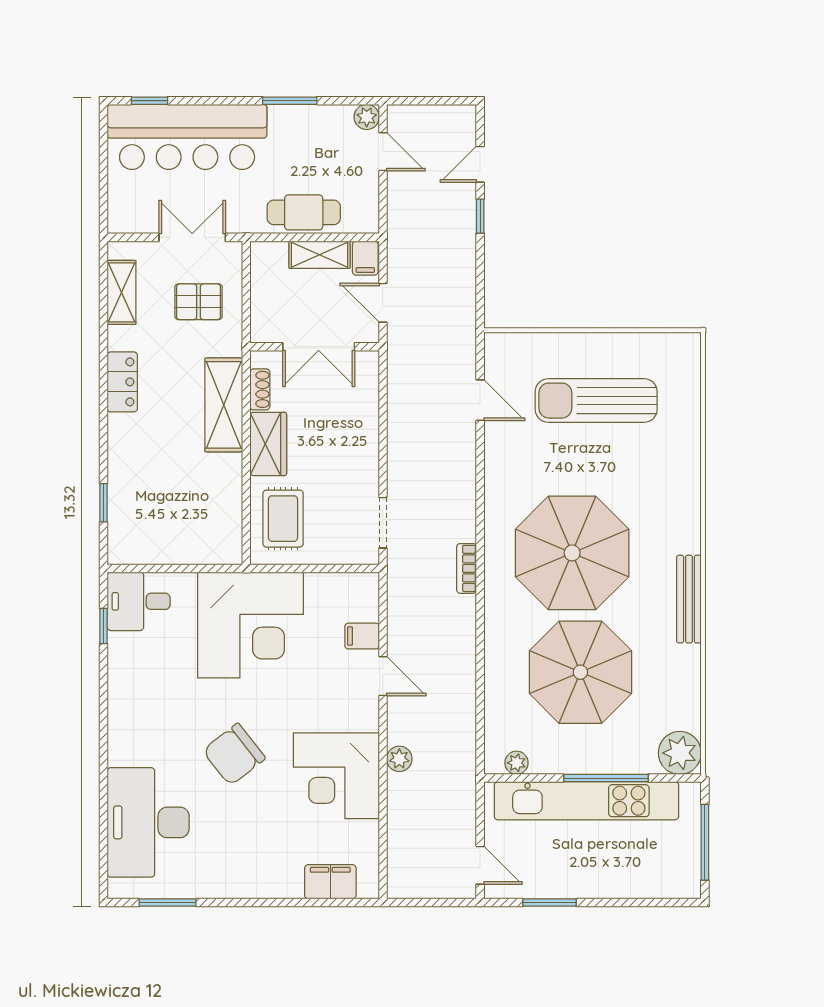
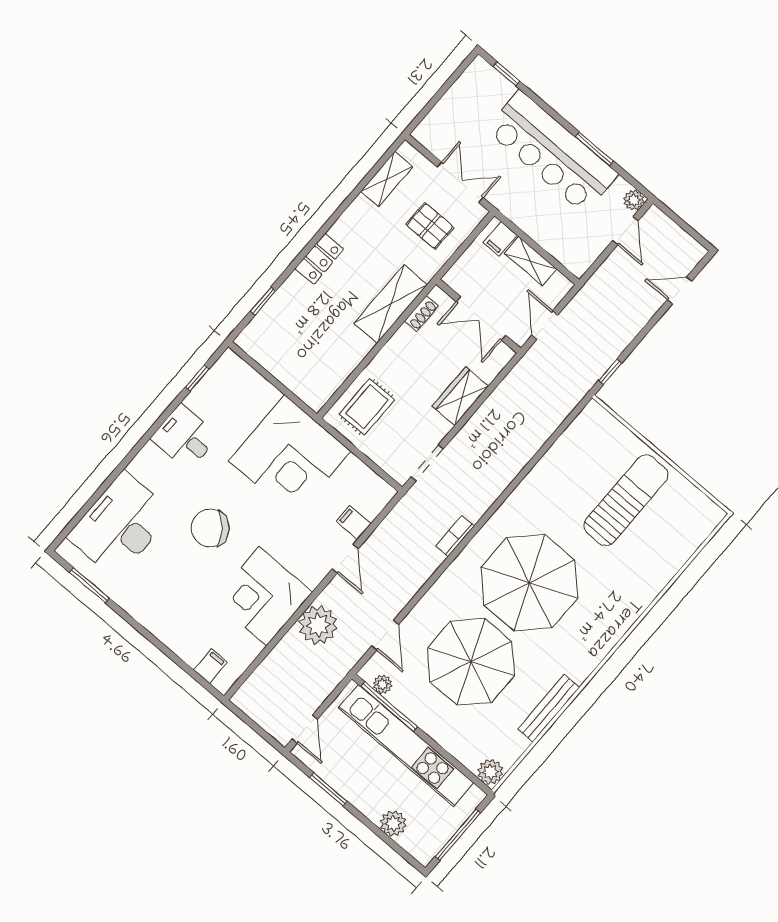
bar counter: (187, 137) -> (552, 152), moved
cafe table: (304, 212) -> (543, 226), removed
window: (480, 216) -> (610, 372), moved
filing cabinet: (365, 258) -> (500, 239), moved
locker: (122, 382) -> (319, 259), moved
door: (480, 400) -> (385, 635), moved
sun lounger: (596, 401) -> (626, 500), turned 90
wardrobe: (268, 444) -> (460, 396), moved, turned 180
bench: (689, 599) -> (549, 708), moved
desk: (139, 601) -> (185, 437), moved
plant: (680, 753) -> (490, 772), width x0.73, depth x0.73
plant: (399, 759) -> (318, 625), width x1.87, depth x1.87
window: (606, 778) -> (389, 706), moved
filing cabinet: (330, 882) -> (210, 666), width x0.50
plant: (636, 883) -> (393, 823), added

